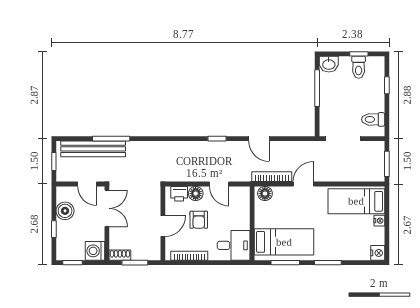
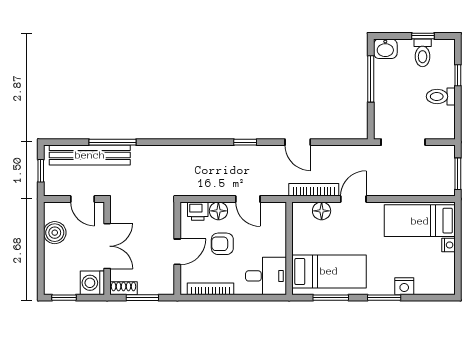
toilet: (373, 119) -> (441, 96), moved
floor lamp: (265, 193) -> (322, 211), moved
double door: (107, 208) -> (107, 246), moved
armchair: (199, 220) -> (222, 244), turned 90
window: (54, 229) -> (41, 256), removed
nightstand: (378, 253) -> (404, 286), moved, turned 90

